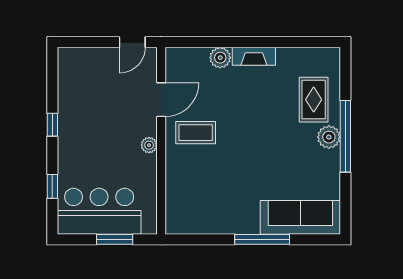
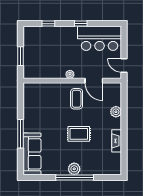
fireplace: (254, 56) -> (117, 141), moved
rug: (314, 100) -> (79, 134), moved
bar counter: (99, 211) -> (100, 38), moved, turned 90

